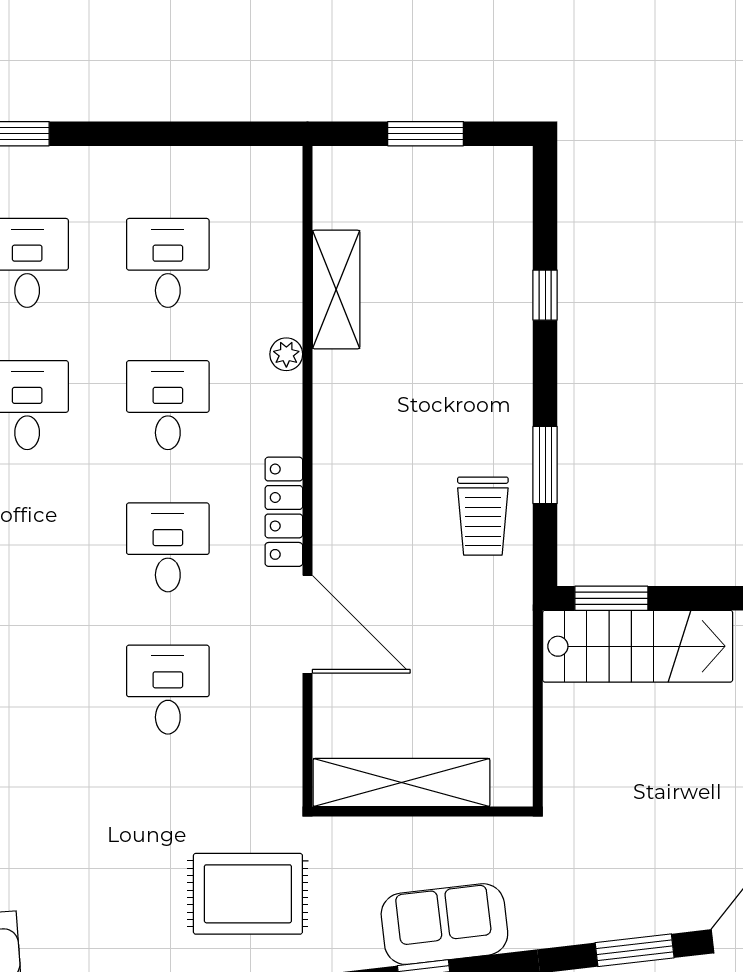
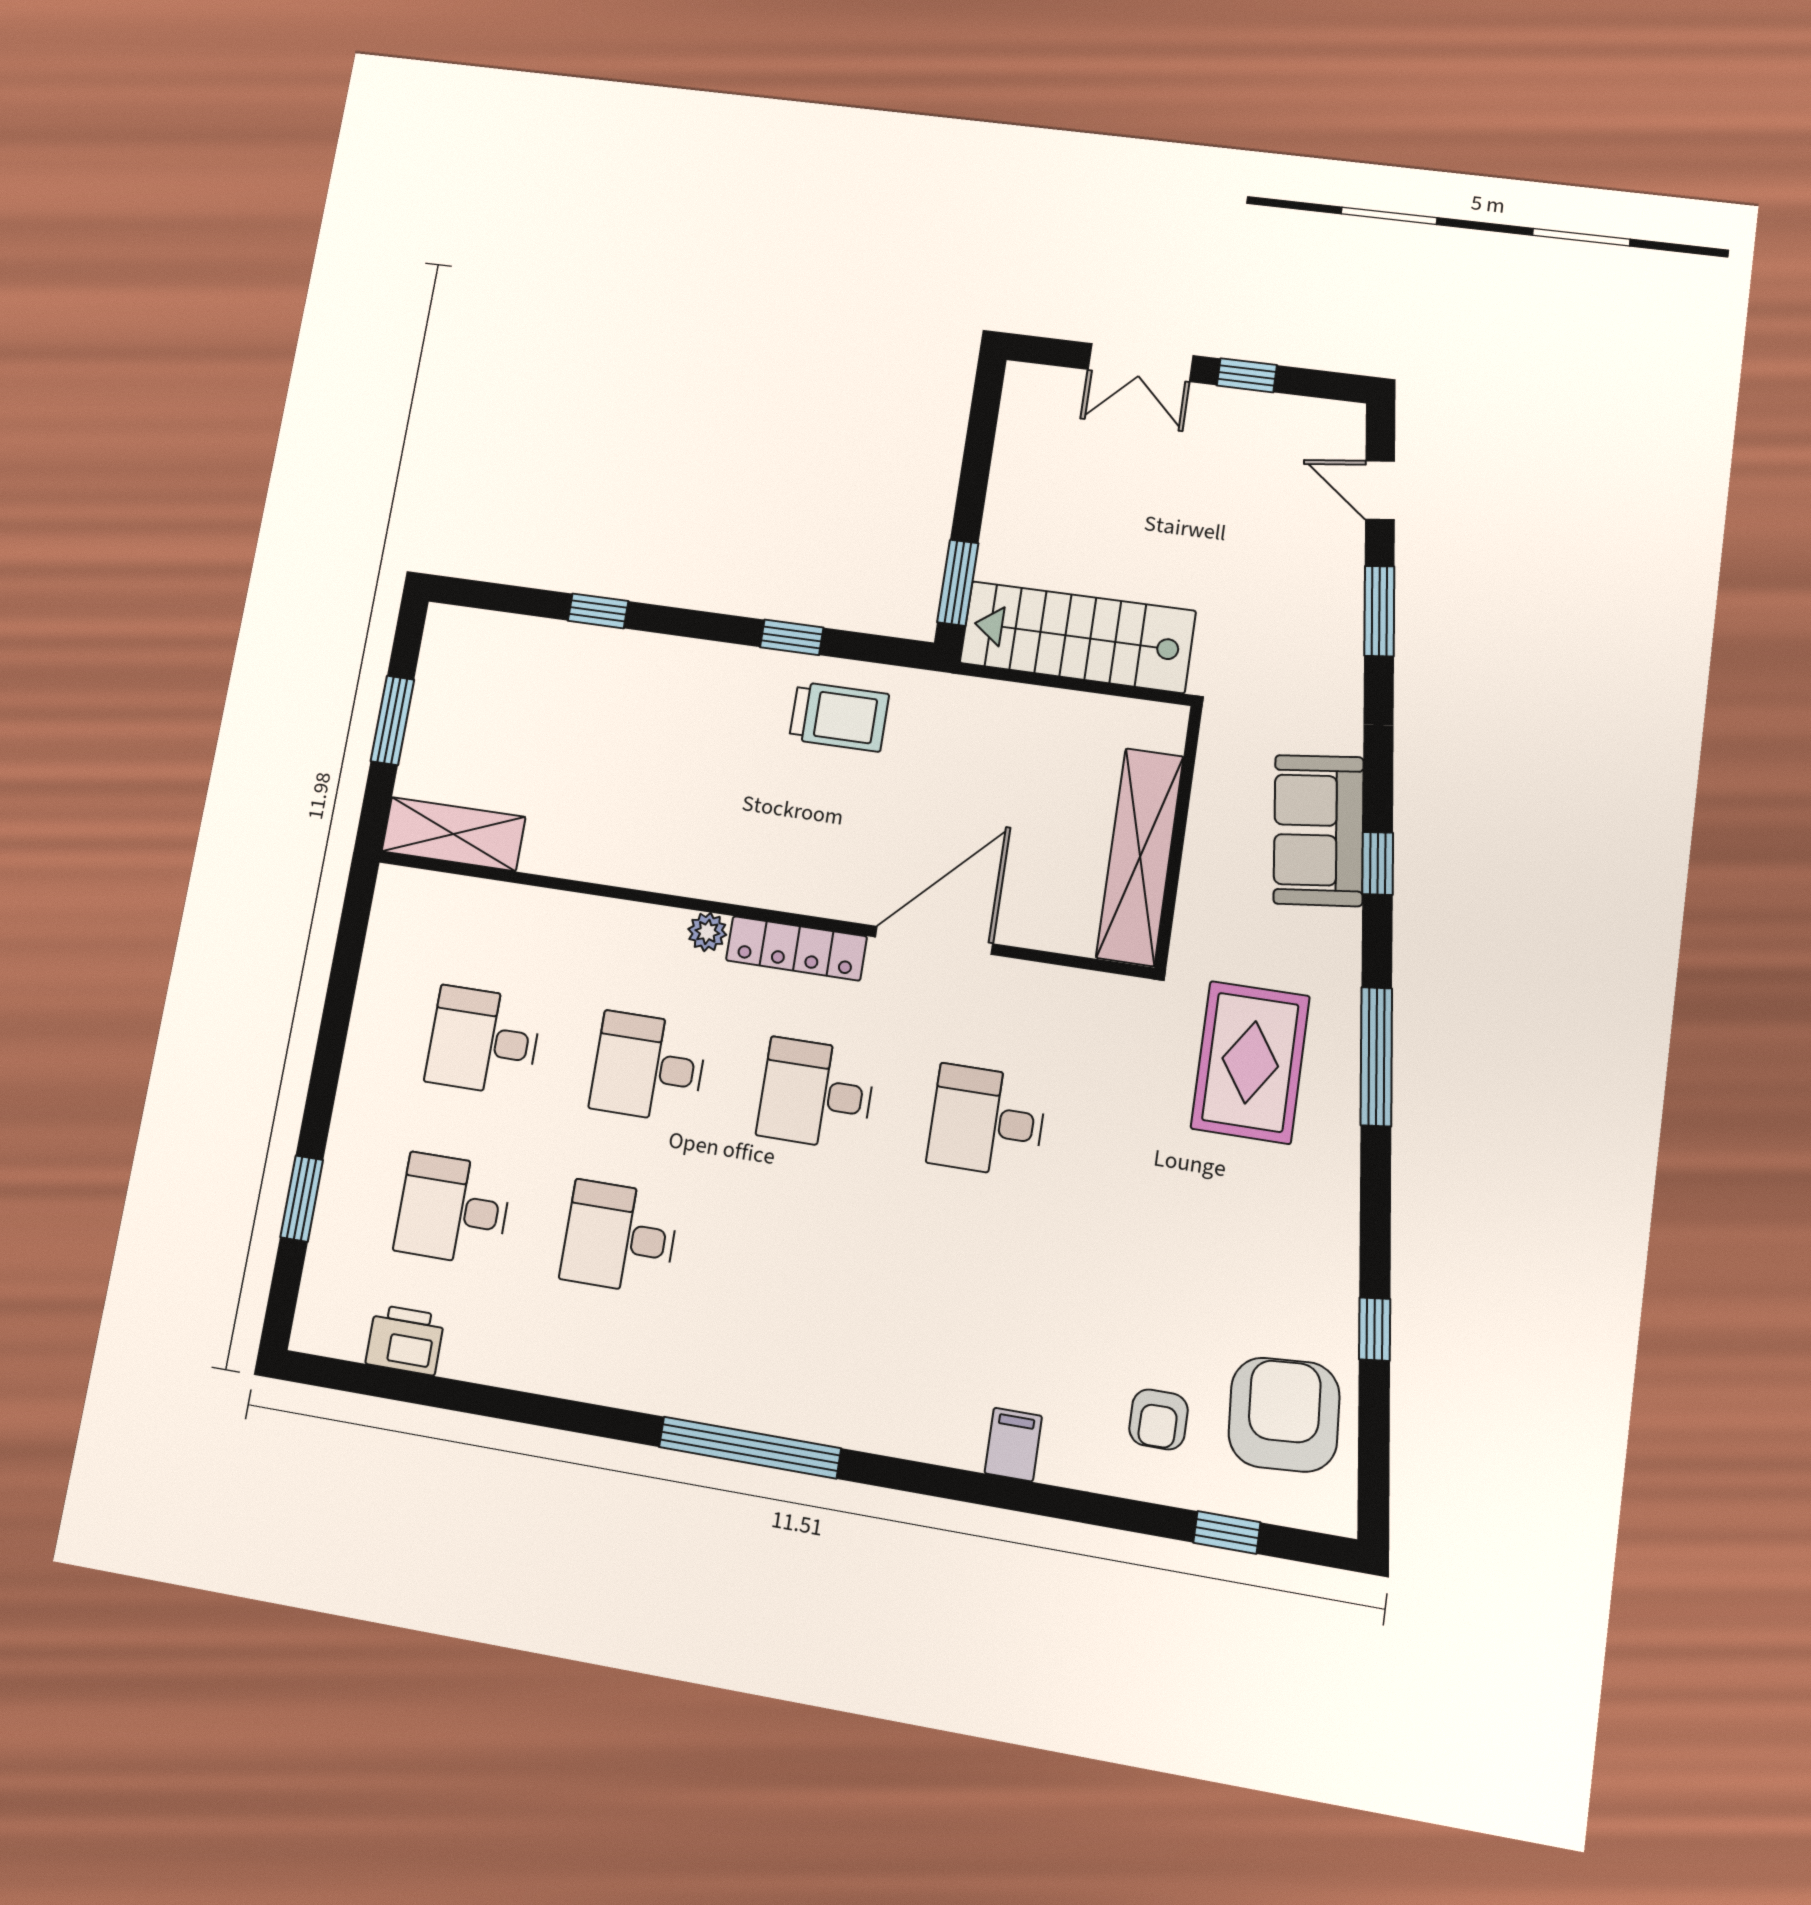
shelving: (336, 290) -> (453, 834), moved
plant: (286, 354) -> (707, 932), moved
window: (545, 465) -> (792, 637), width x0.67
stairs: (638, 646) -> (1078, 637), moved, turned -90

